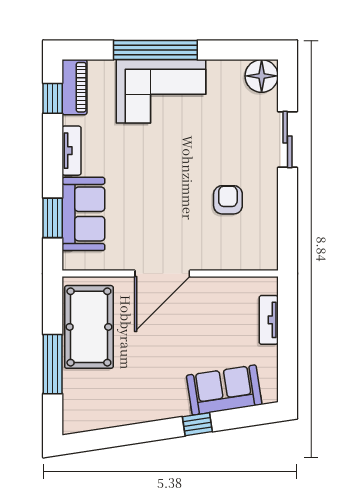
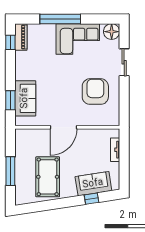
corner sofa: (161, 91) -> (78, 39), moved
tv unit: (71, 151) -> (20, 68), removed
armchair: (228, 200) -> (95, 92), width x1.88, depth x1.88
pool table: (89, 327) -> (48, 177), moved
window: (197, 424) -> (91, 199), moved

